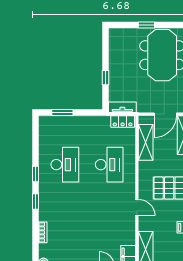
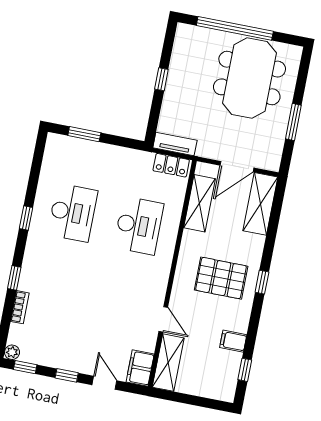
window: (146, 25) -> (235, 28), width x3.17
window: (105, 78) -> (161, 79), moved
window: (35, 201) -> (14, 278), moved
door: (137, 208) -> (163, 319), moved

